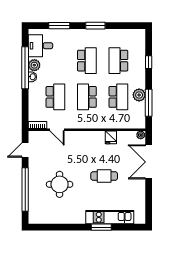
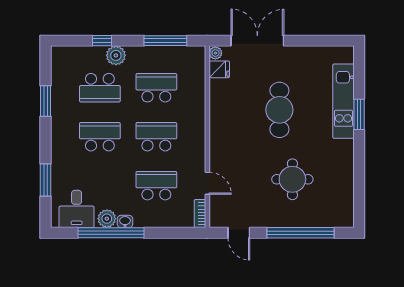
window: (95, 26) -> (45, 101), moved
plant: (139, 95) -> (116, 55), moved
school desk: (87, 97) -> (156, 137), turned 180
door: (57, 130) -> (207, 183), hinge flipped
fridge: (111, 137) -> (219, 69), moved
double door: (149, 162) -> (257, 41), swing flipped
cafe table: (104, 176) -> (279, 110), width x1.37, depth x1.35

